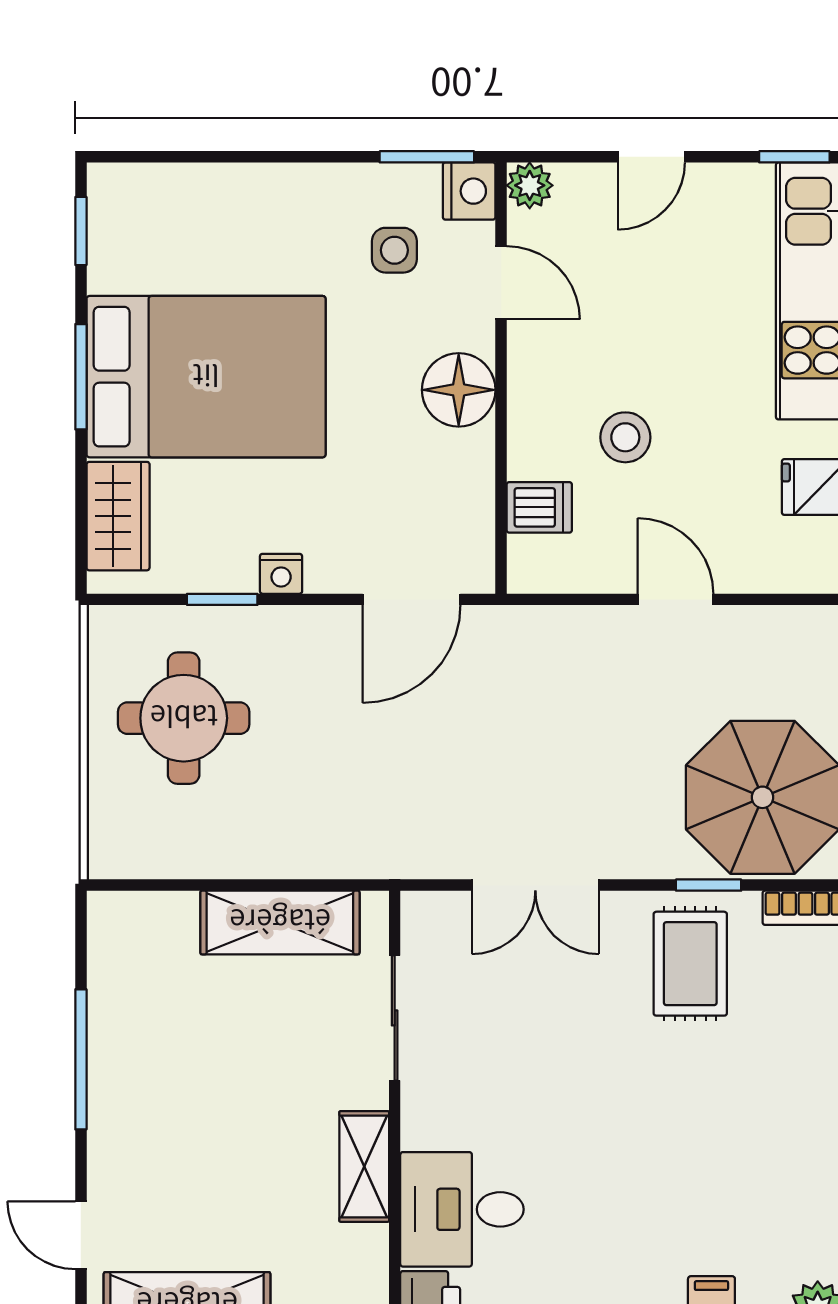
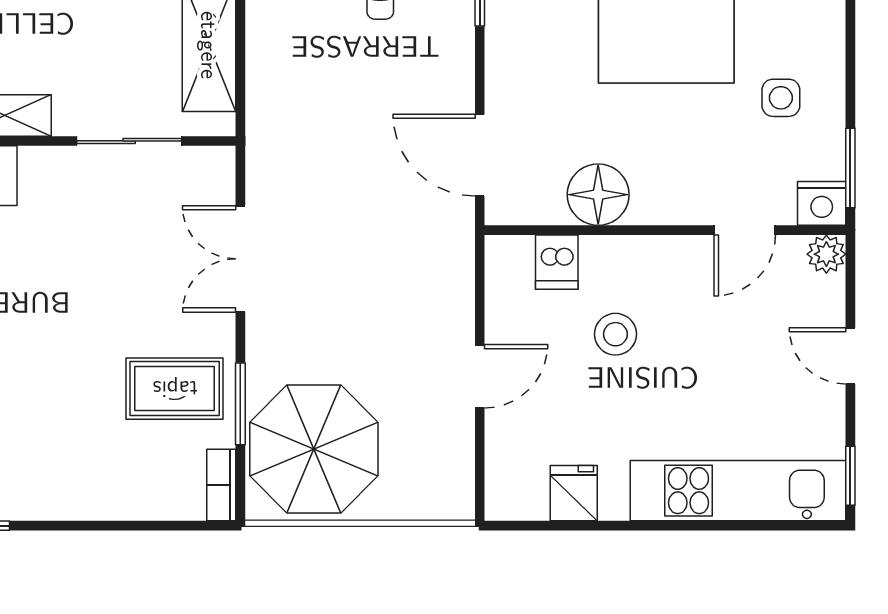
side table: (394, 250) -> (781, 98), moved
floor lamp: (459, 390) -> (598, 195), moved
nightstand: (281, 574) -> (501, 46), removed
window: (709, 885) -> (240, 404), width x1.50

